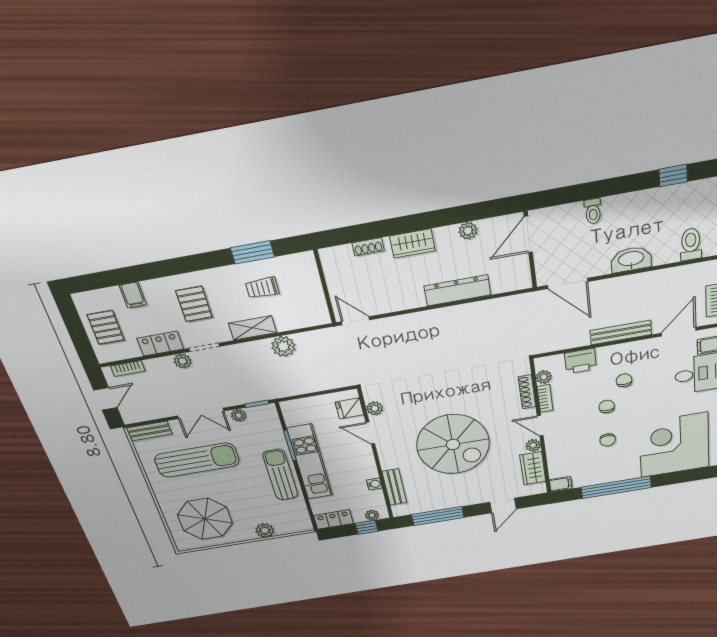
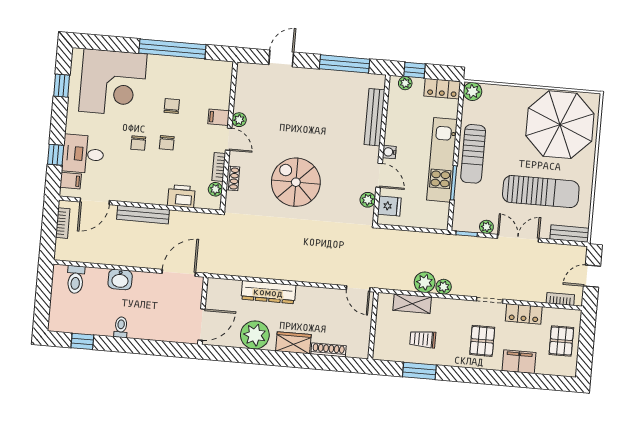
toilet: (593, 211) -> (121, 327), moved
plant: (468, 231) -> (255, 335), width x1.88, depth x1.88
shoe rack: (368, 247) -> (329, 350), width x1.43
washbasin: (631, 259) -> (120, 280), width x0.72
door: (568, 283) -> (179, 273), hinge flipped
trolley: (262, 288) -> (423, 339), turned 180
filing cabinet: (133, 295) -> (519, 362), width x2.00
shelving: (253, 328) -> (412, 304), moved
plant: (183, 361) -> (444, 287), moved
chair: (624, 380) -> (138, 143), moved
shoe rack: (527, 392) -> (233, 178), width x0.70
spiral stairs: (453, 444) -> (296, 182), moved, width x0.73, depth x0.73
sun lounger: (197, 460) -> (541, 192), turned 180
wardrobe: (533, 468) -> (245, 94), removed
water cooler: (374, 484) -> (389, 152), moved
filing cabinet: (561, 484) -> (219, 117), moved
bench: (394, 487) -> (374, 117), width x1.36
parasol: (205, 519) -> (560, 125), width x1.36, depth x1.36
plant: (265, 530) -> (473, 91), moved

